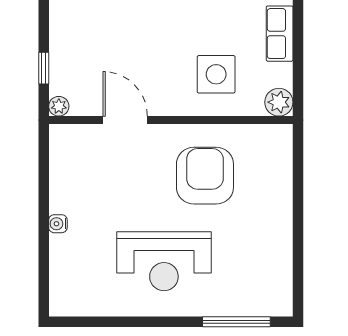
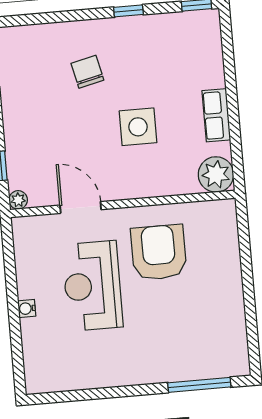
side table: (216, 74) -> (138, 127), moved
plant: (279, 102) -> (216, 174), width x1.36, depth x1.36
reception desk: (164, 261) -> (92, 286), moved, turned 90

